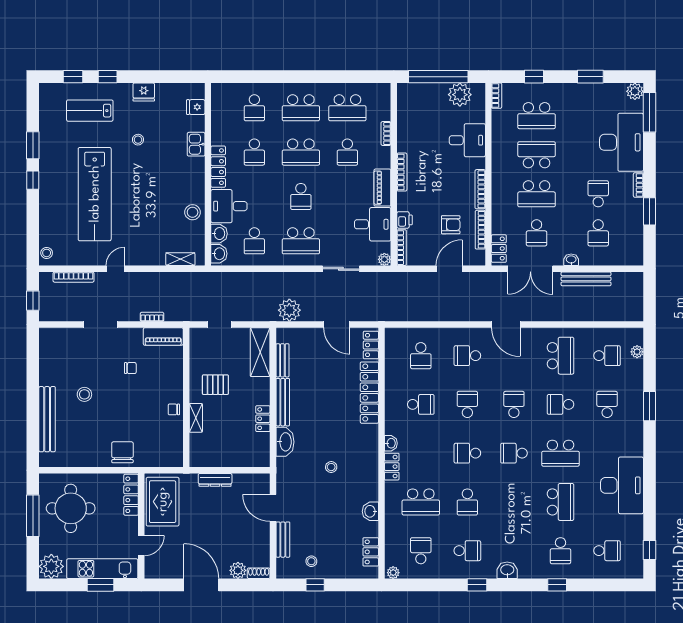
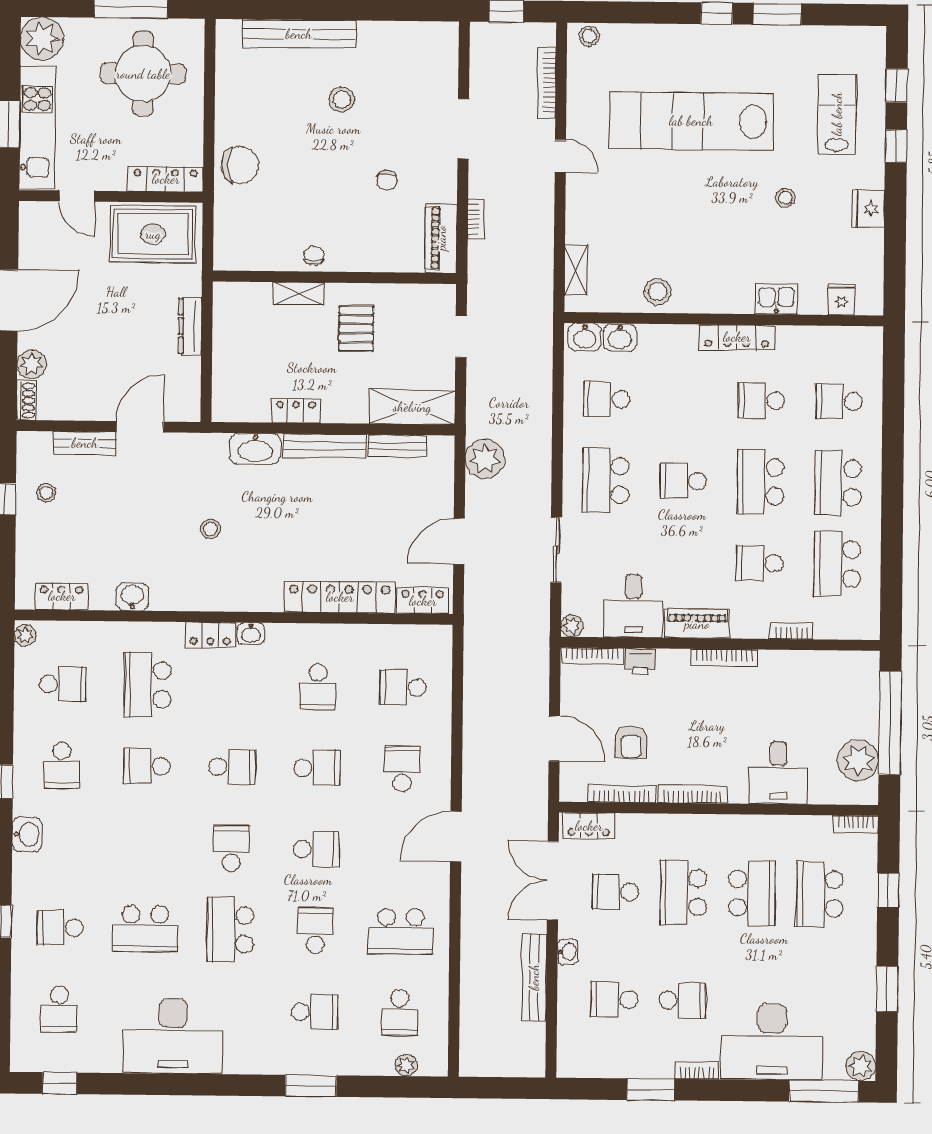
desk: (229, 206) -> (668, 355), removed
school desk: (467, 453) -> (232, 767), turned 90

